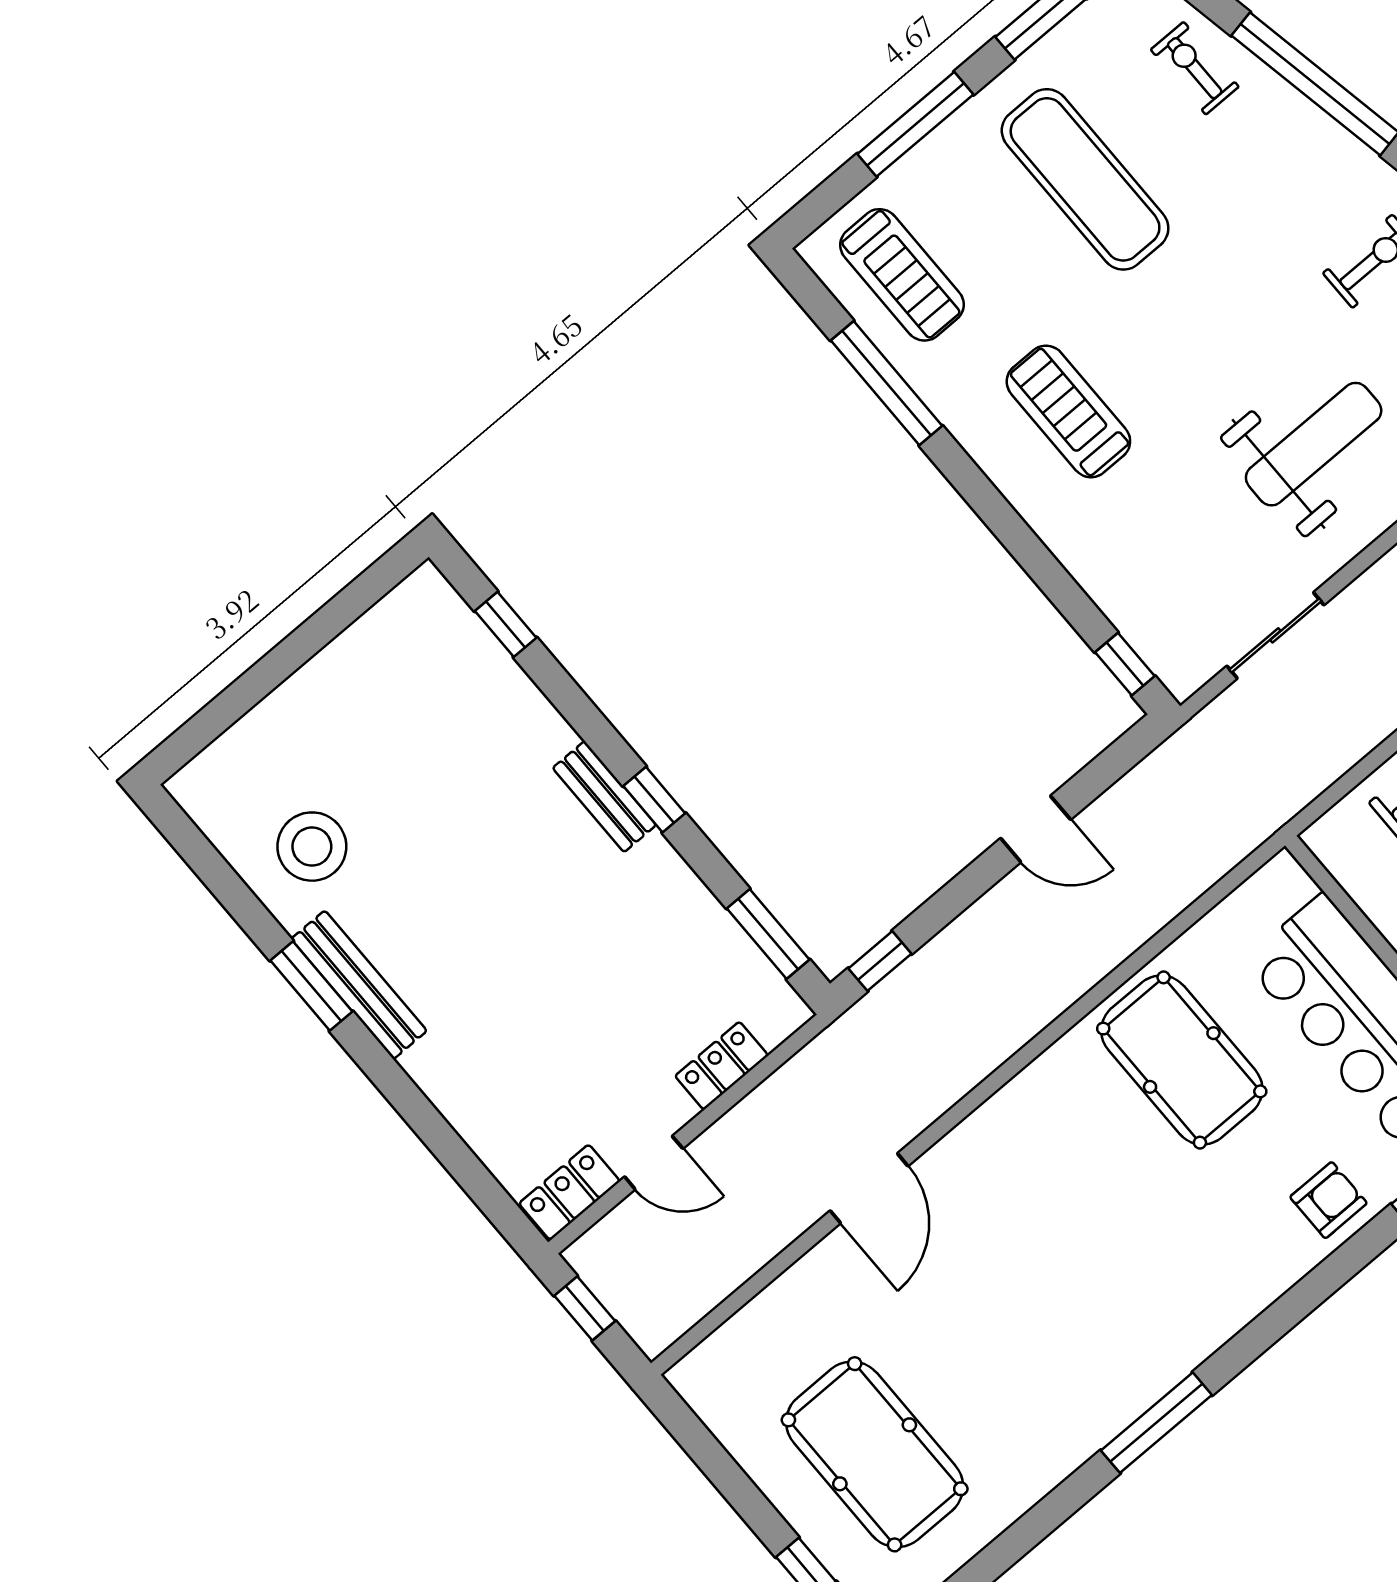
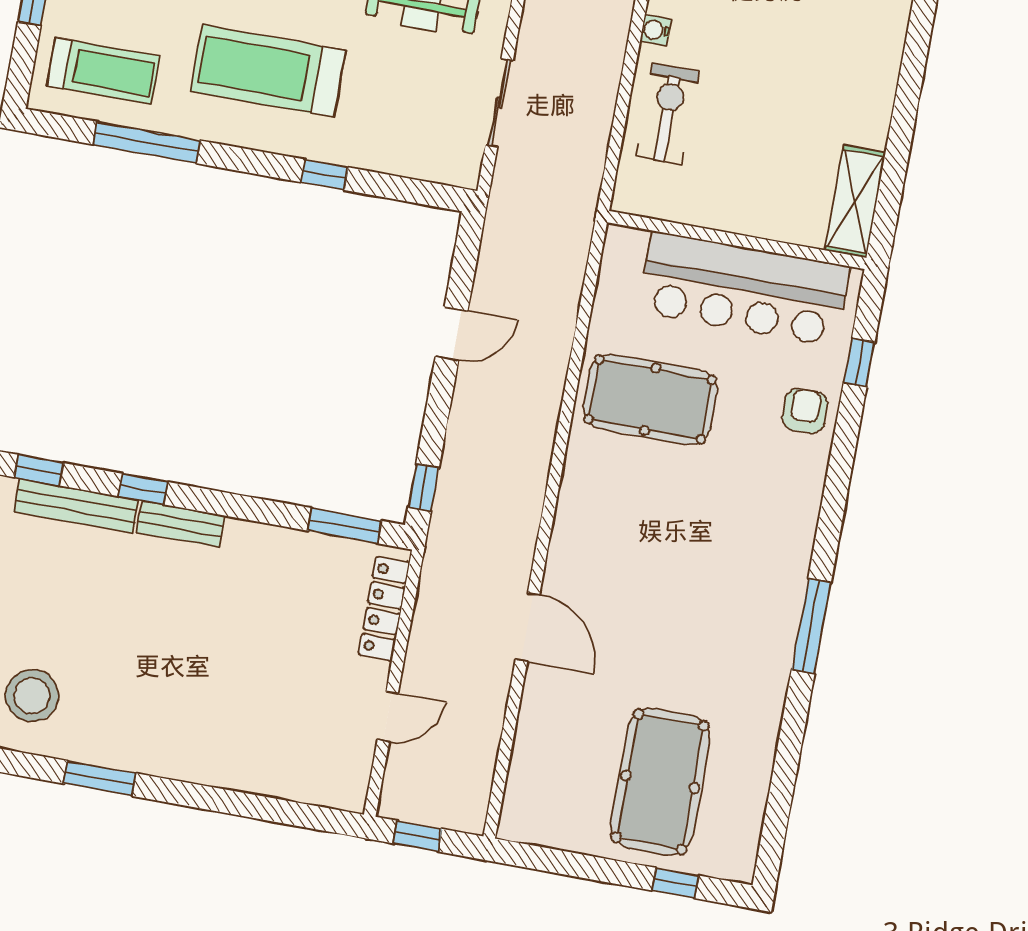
treadmill: (1068, 411) -> (268, 71), width x1.37, depth x1.38
window: (1125, 664) -> (325, 175), moved
window: (654, 800) -> (143, 489), moved
bench: (359, 985) -> (76, 506), moved
locker: (722, 1066) -> (384, 609), width x1.53
locker: (569, 1192) -> (352, 775), removed
pool table: (875, 1454) -> (660, 782), turned 90

